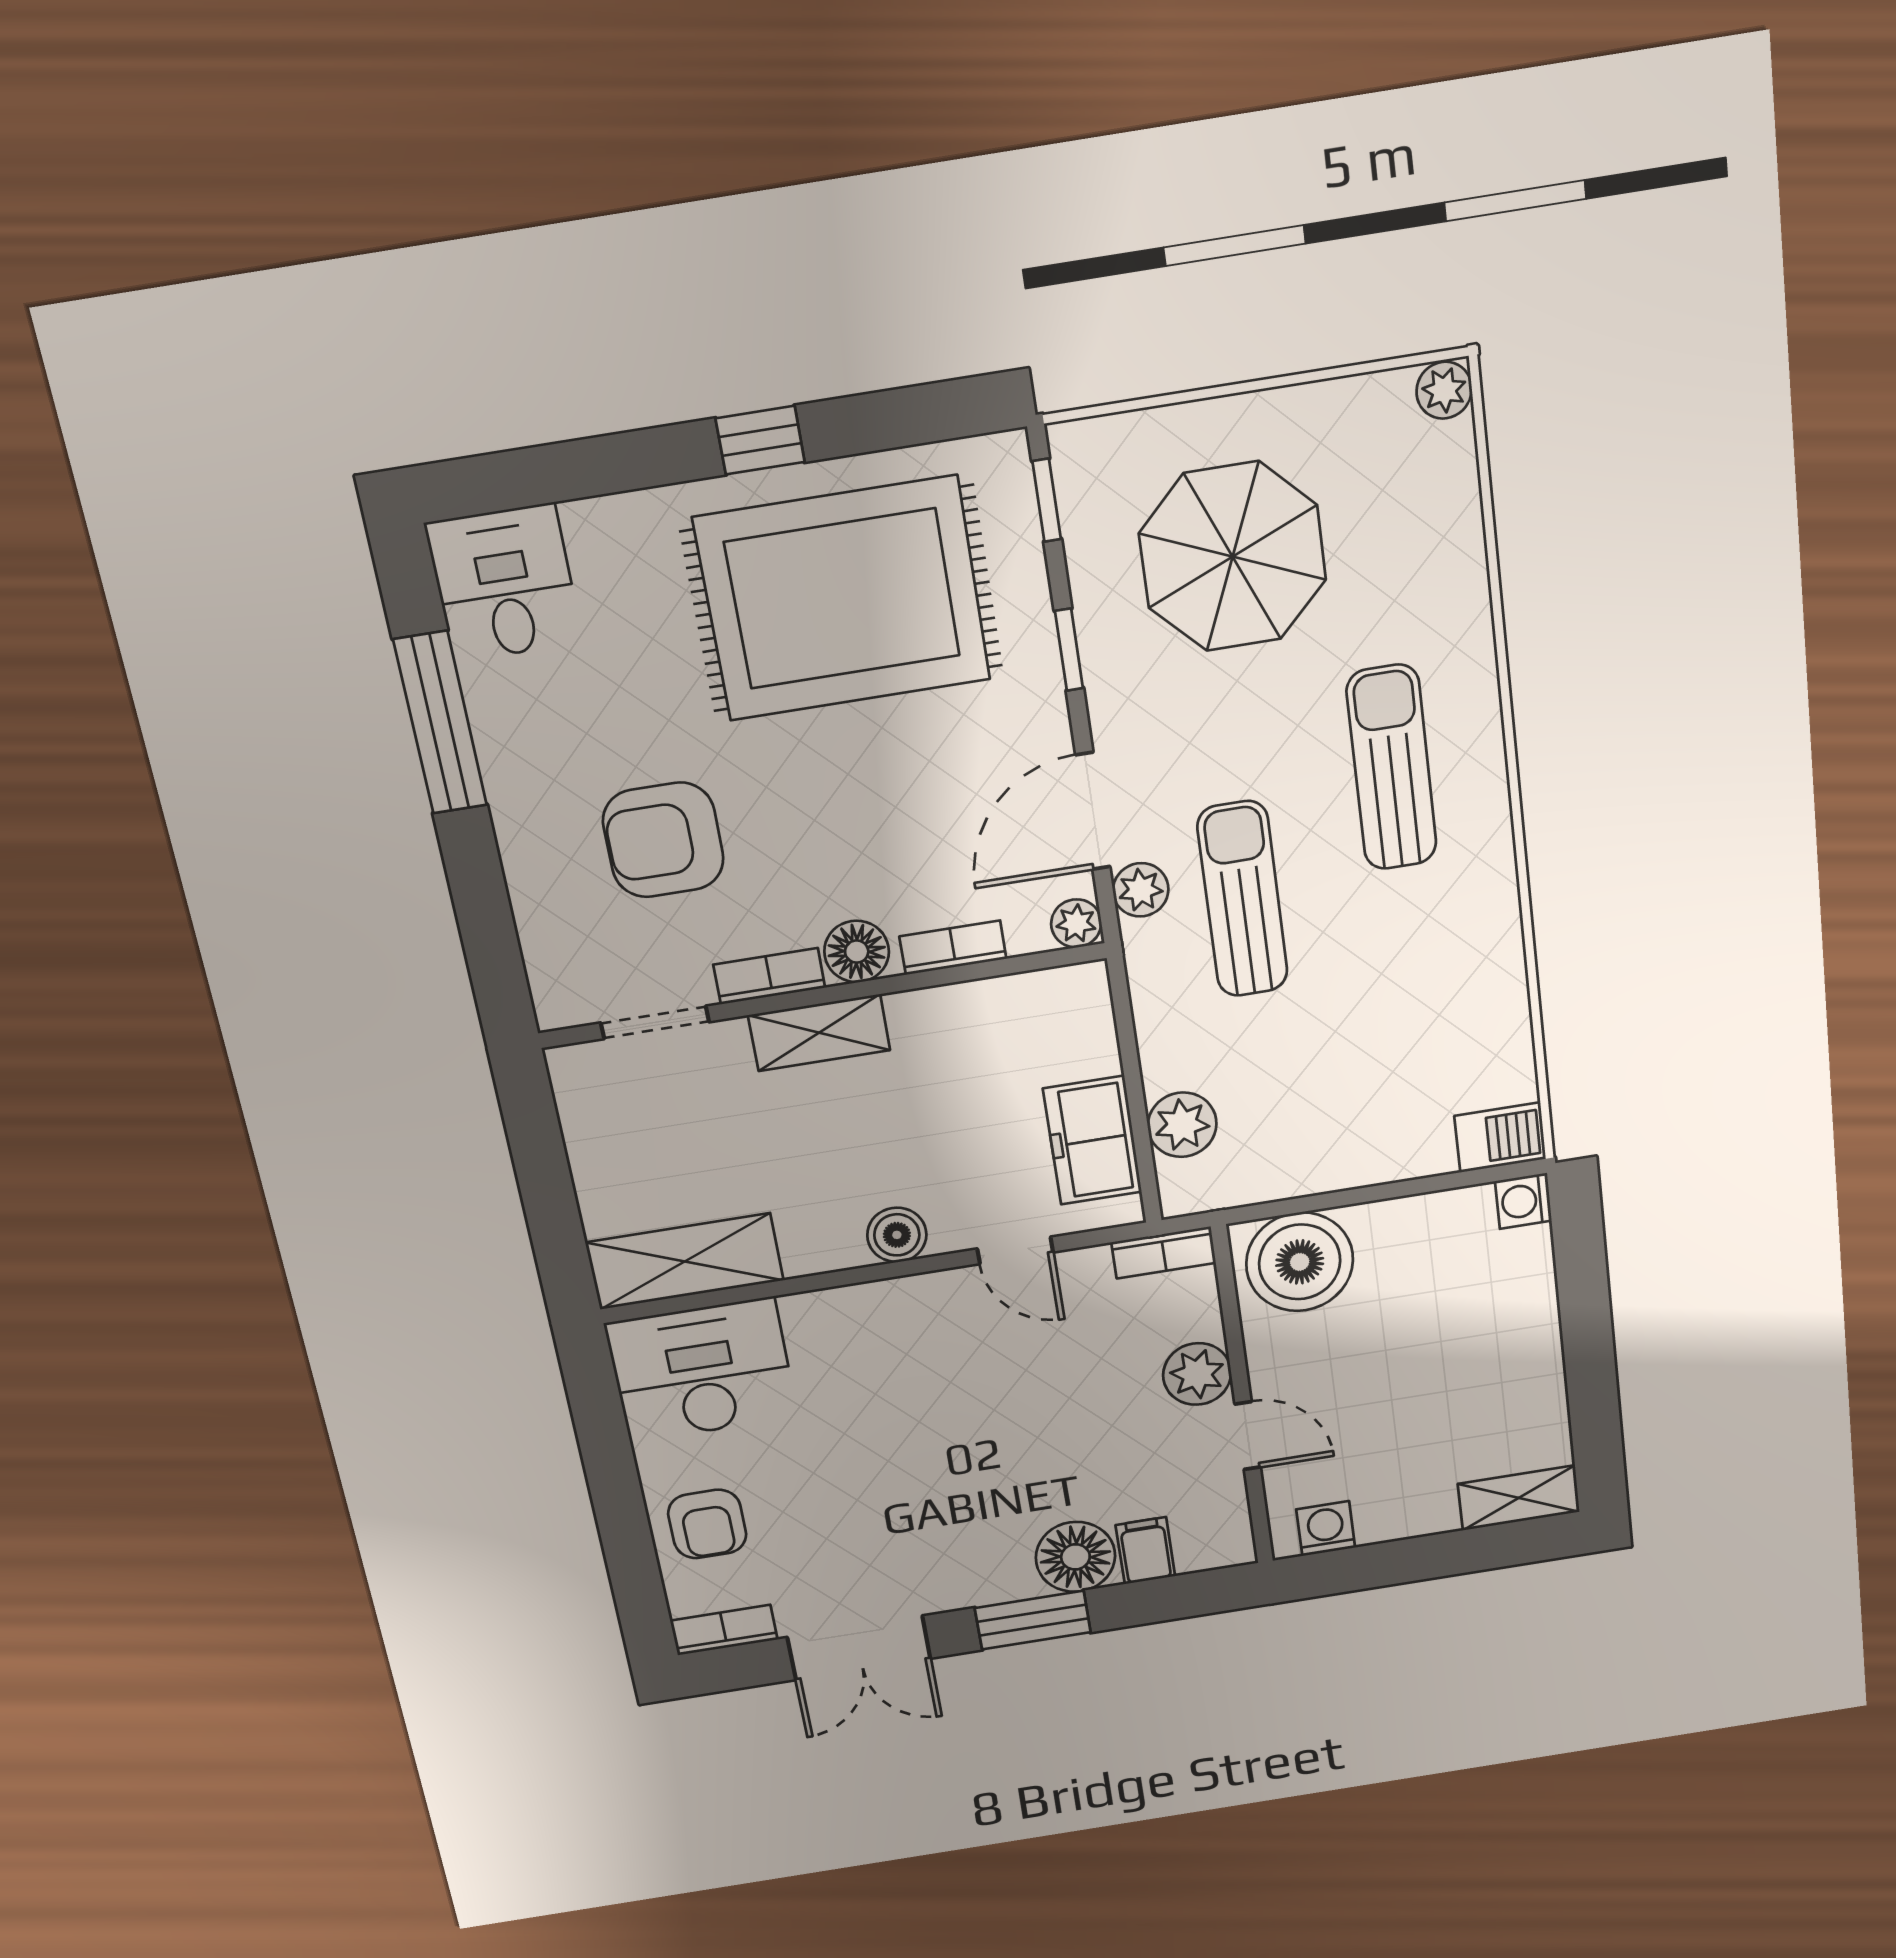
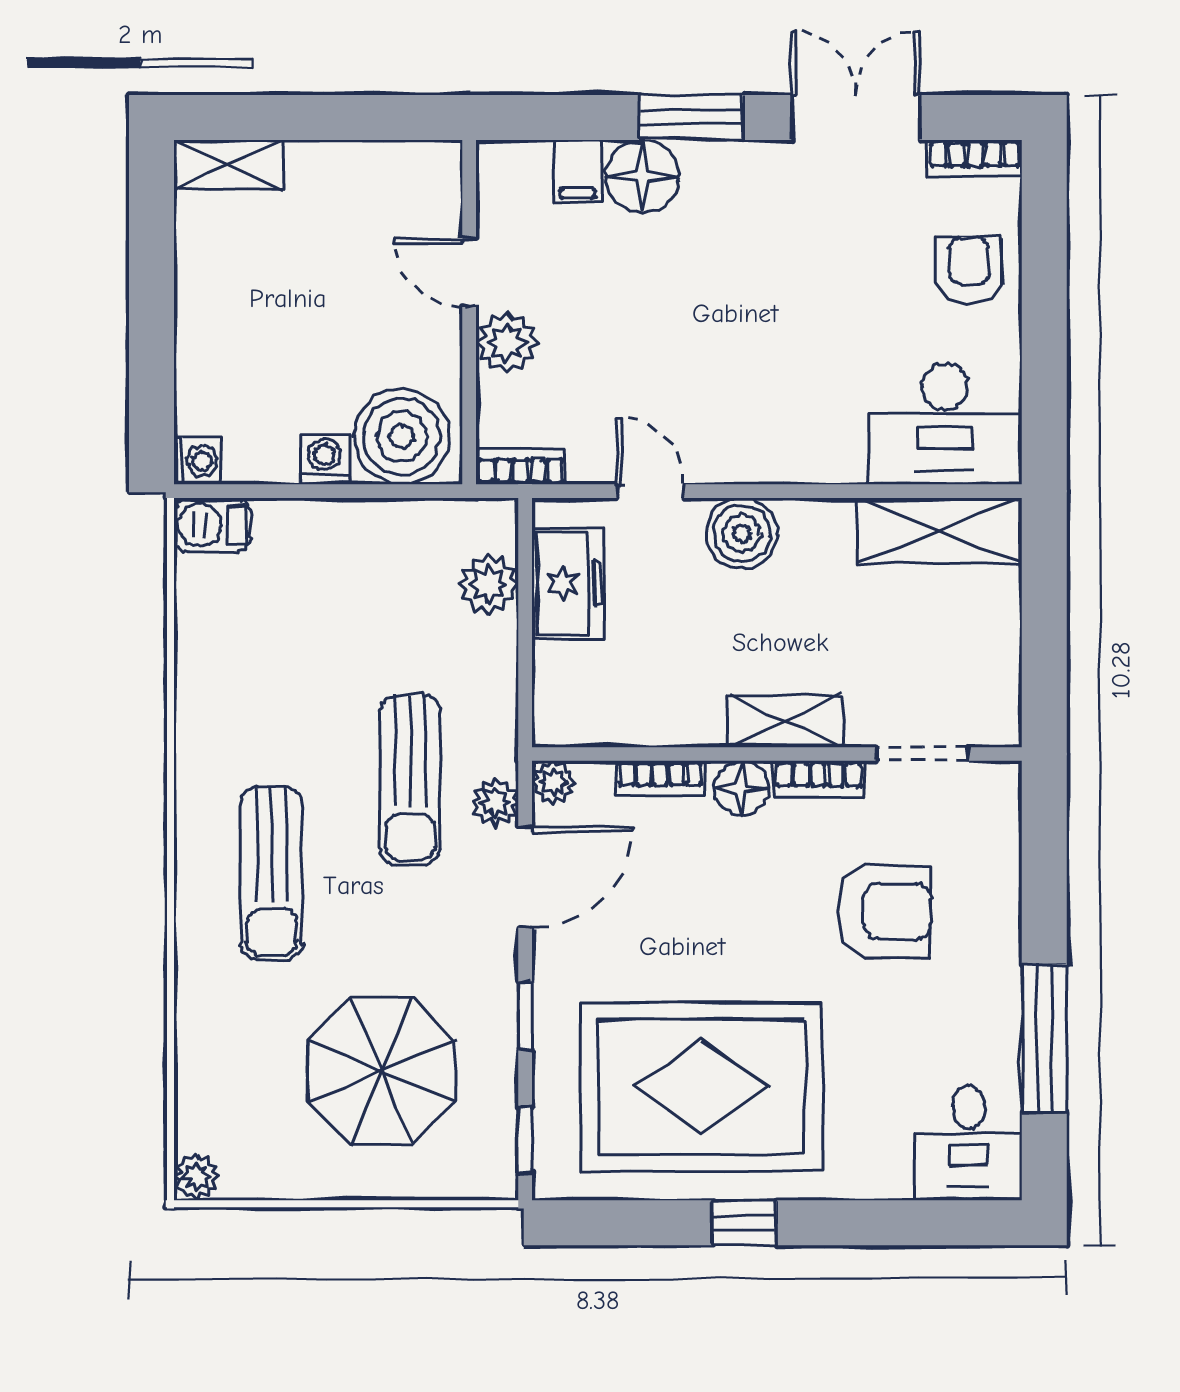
boiler: (897, 1235) -> (742, 533), width x1.36, depth x1.36
washing machine: (1326, 1529) -> (325, 460), moved, turned 180

